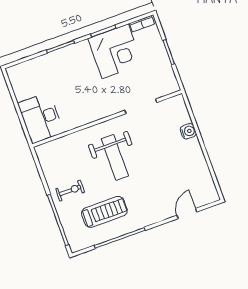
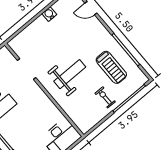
water cooler: (188, 131) -> (49, 14), moved
treadmill: (104, 212) -> (111, 67), turned 180

